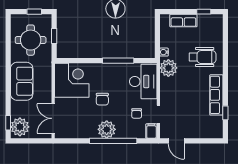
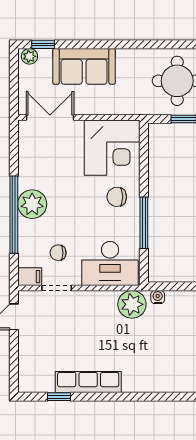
wheelchair: (203, 57) -> (150, 360), removed
sofa: (22, 81) -> (84, 66), moved
chair: (102, 99) -> (117, 197), moved
plant: (20, 127) -> (29, 56), width x0.53, depth x0.53

